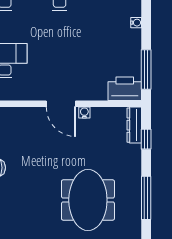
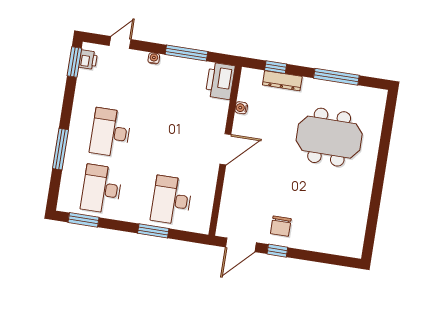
window: (146, 69) -> (186, 53), moved
water cooler: (84, 113) -> (241, 108), moved
dresser: (134, 125) -> (282, 81), moved

